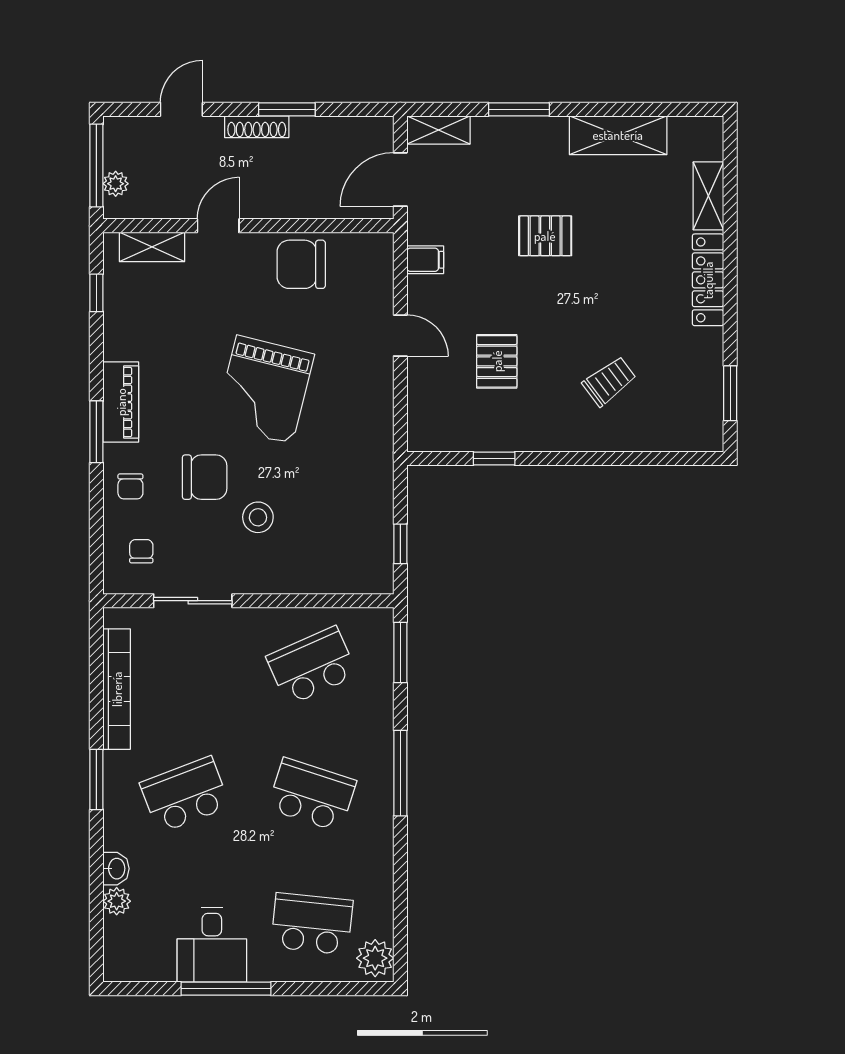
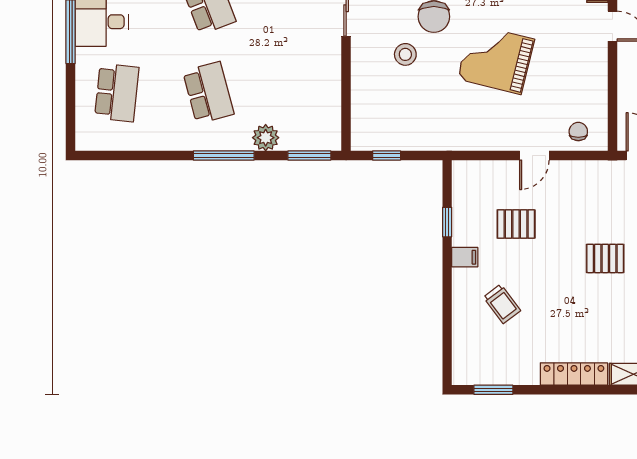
pallet: (545, 236) -> (605, 258), turned 90
filing cabinet: (425, 260) -> (465, 257), moved, turned -90
chair: (301, 264) -> (578, 132), moved, width x0.54, depth x0.54
school desk: (312, 666) -> (300, 93), removed
school desk: (312, 795) -> (208, 93), turned -33
plant: (375, 958) -> (266, 138), moved

